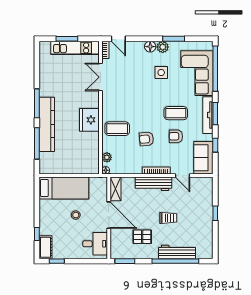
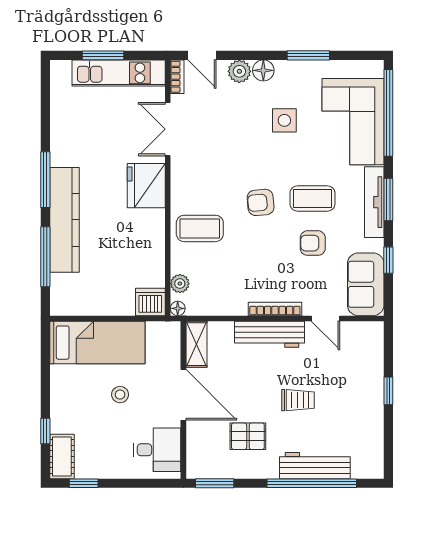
plant: (163, 47) -> (239, 71), moved
fridge: (89, 120) -> (146, 186), moved
armchair: (146, 139) -> (261, 202), moved
dishwasher: (91, 167) -> (150, 302), added

